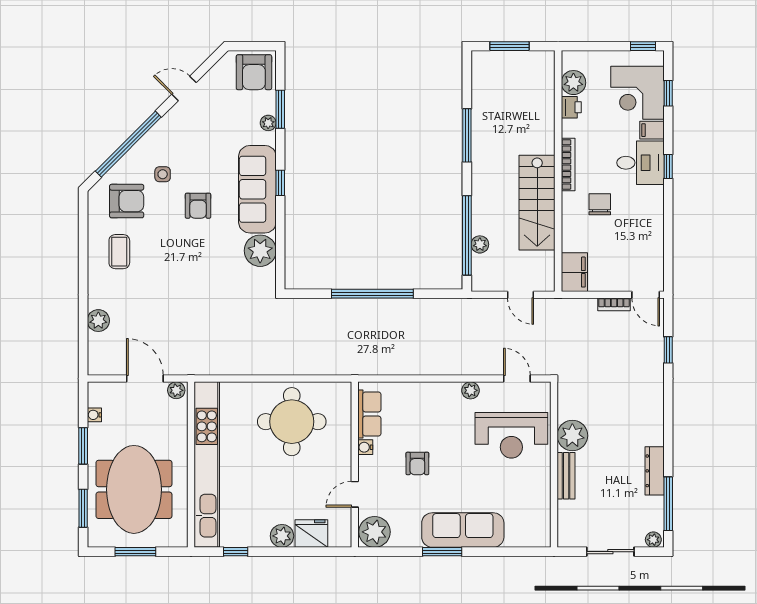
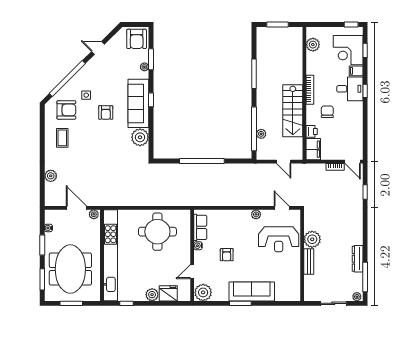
printer: (571, 107) -> (312, 131), moved

